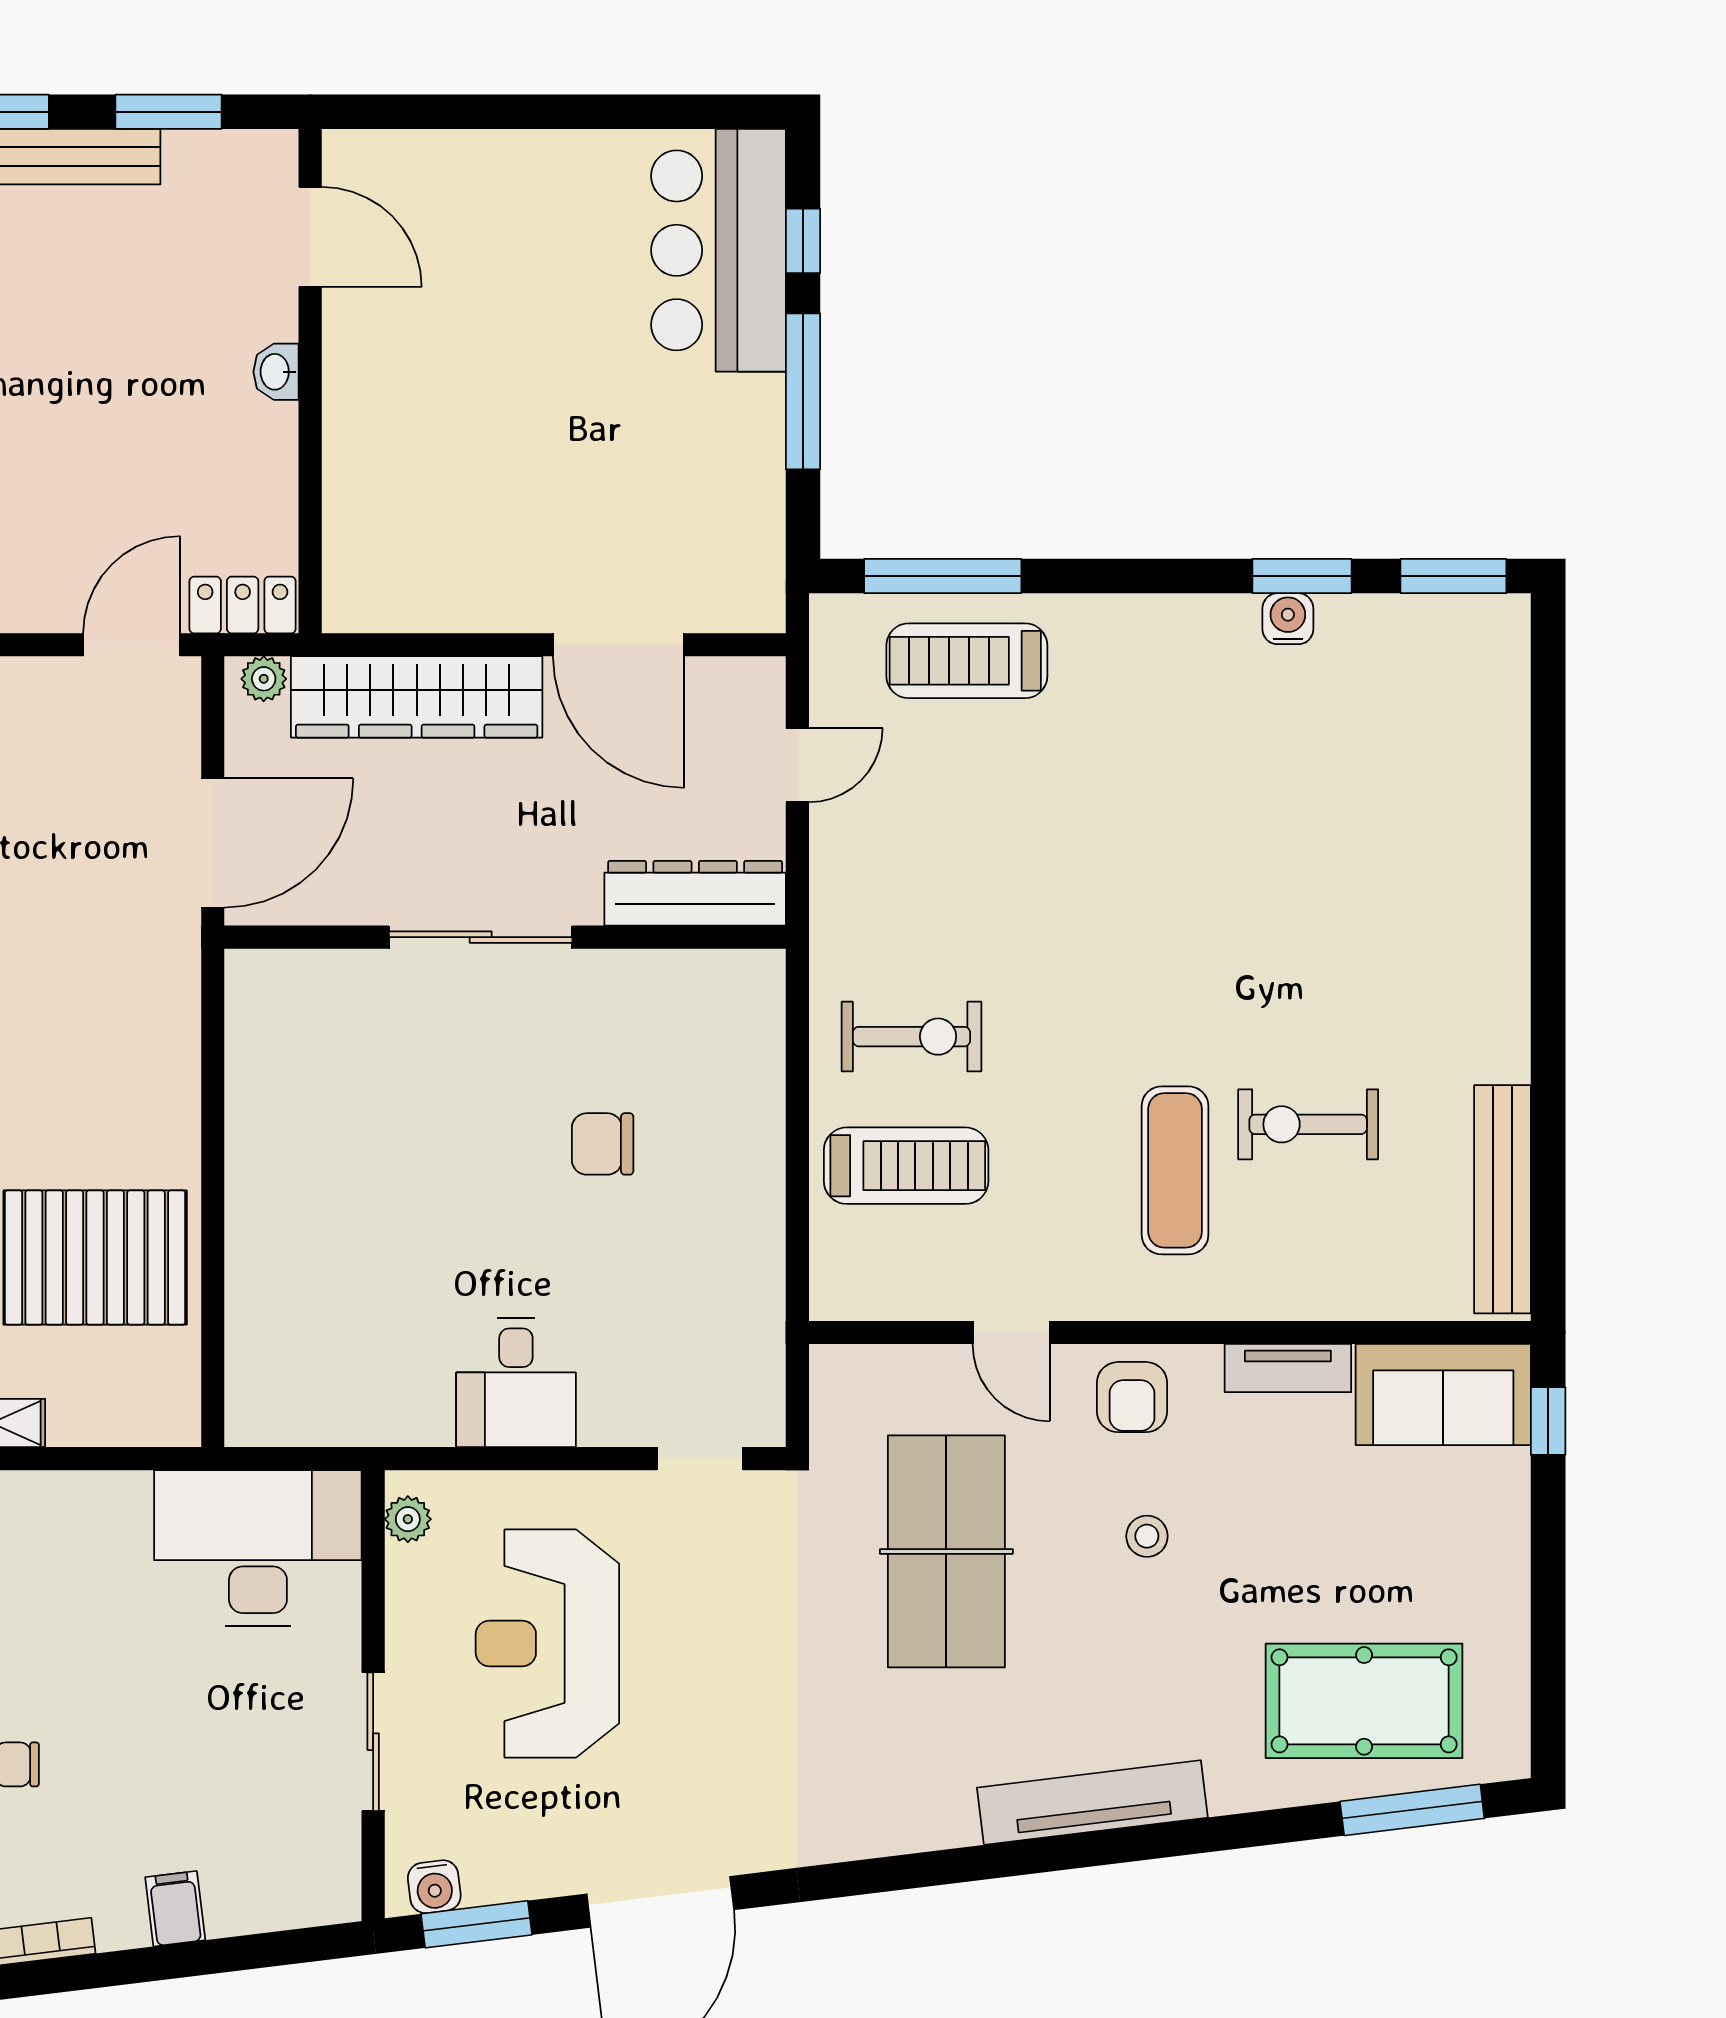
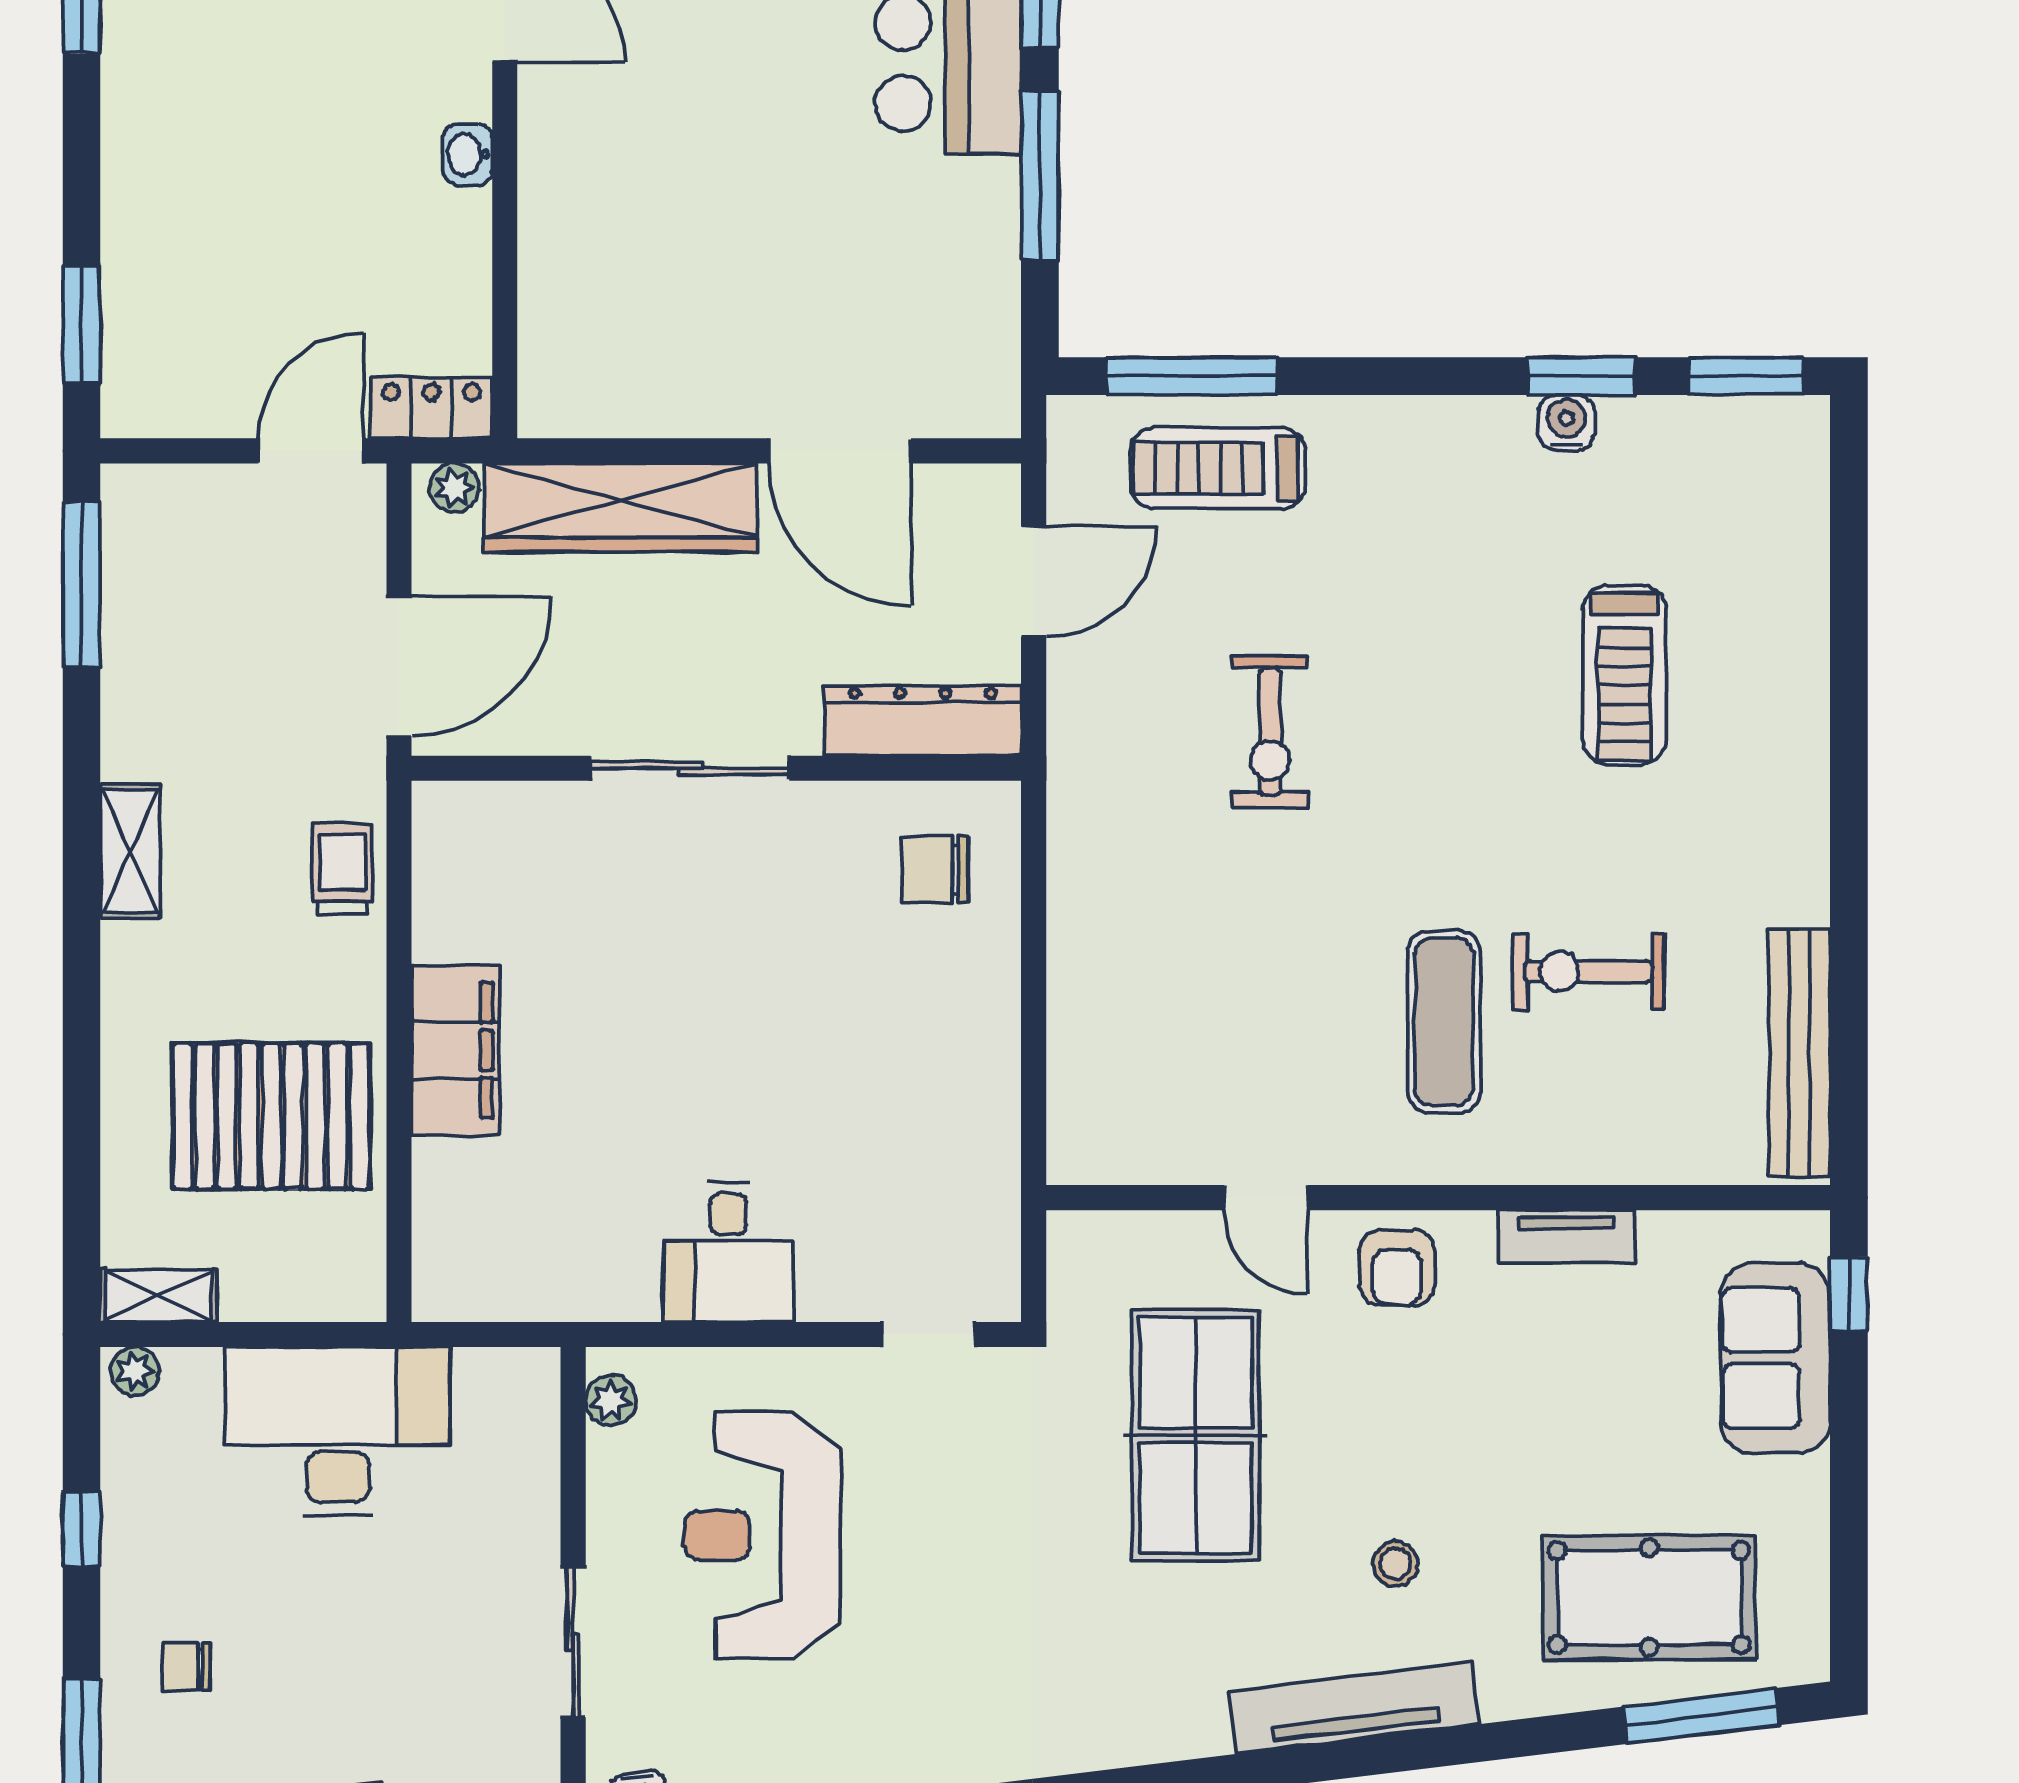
door: (797, 765) -> (1034, 582), width x1.38
trolley: (161, 1030) -> (342, 869), added
exercise bike: (911, 1037) -> (1270, 732), moved, turned 90
chair: (603, 1144) -> (935, 869), moved
treadmill: (906, 1166) -> (1624, 675), moved, turned 90
filing cabinet: (265, 1197) -> (456, 1050), added
sofa: (1443, 1395) -> (1775, 1358), moved, turned 90
stool: (1147, 1536) -> (1395, 1564), moved
desk: (258, 1548) -> (338, 1431), moved

